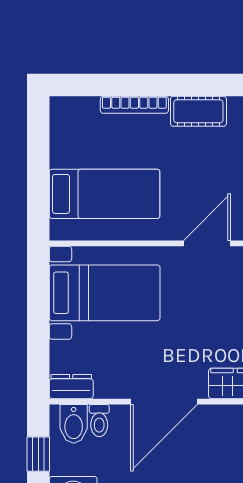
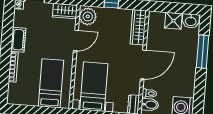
door: (207, 243) -> (76, 41), swing flipped
door: (164, 402) -> (143, 65), hinge flipped

